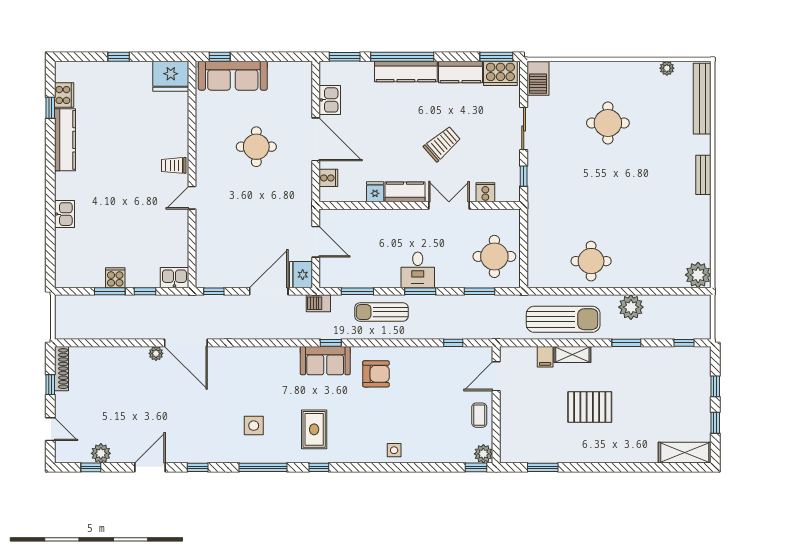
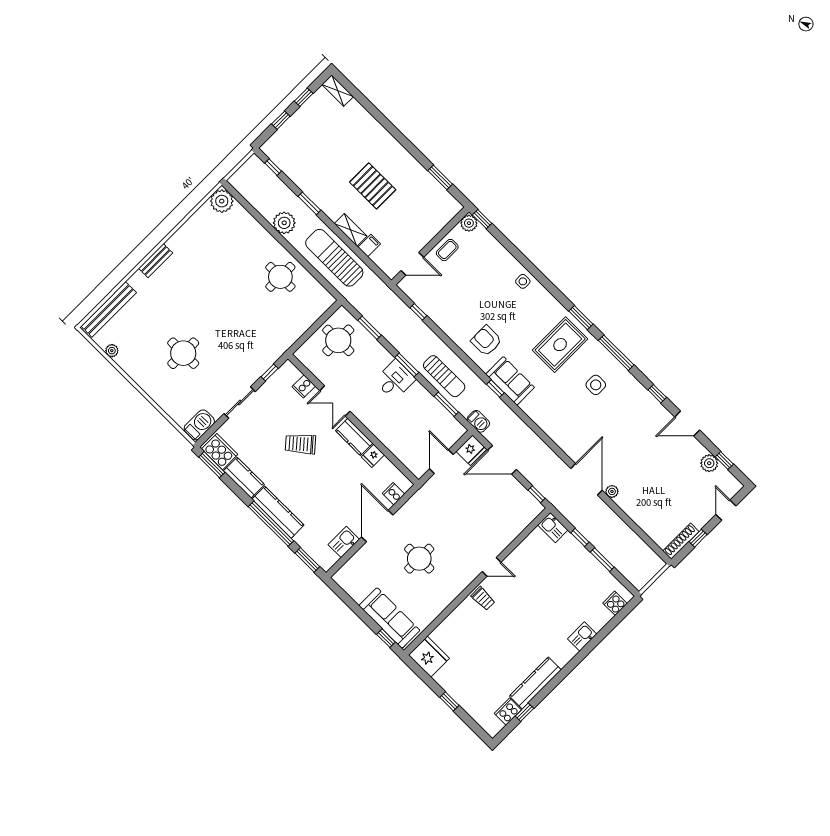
cooker: (115, 278) -> (615, 603), moved, turned 90
rug: (314, 429) -> (560, 345), width x1.36, depth x1.43
shelving: (685, 453) -> (338, 91), width x0.67, depth x0.75
window: (319, 467) -> (581, 318), width x1.50

